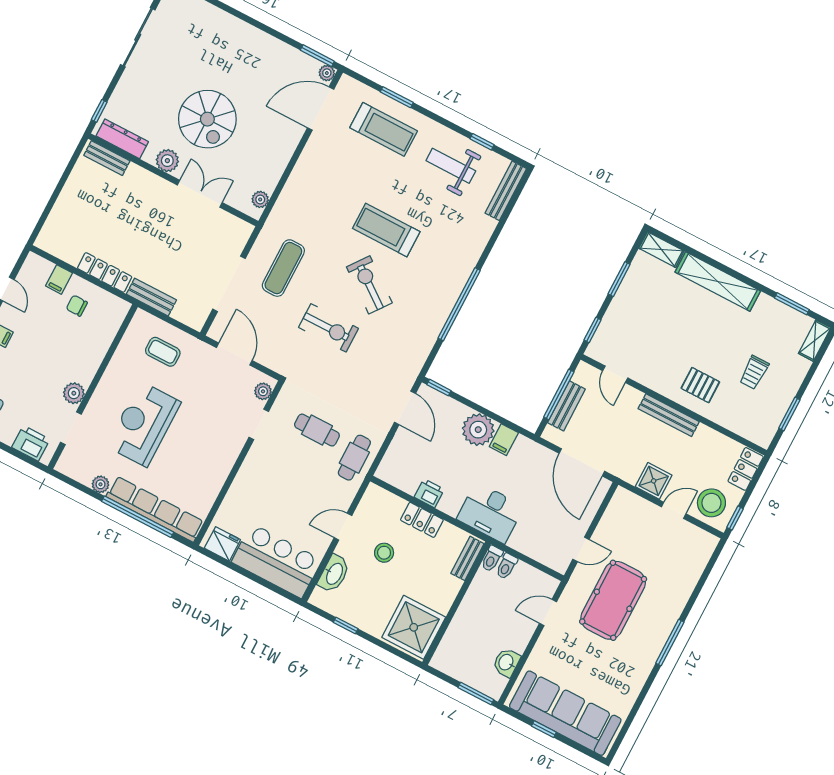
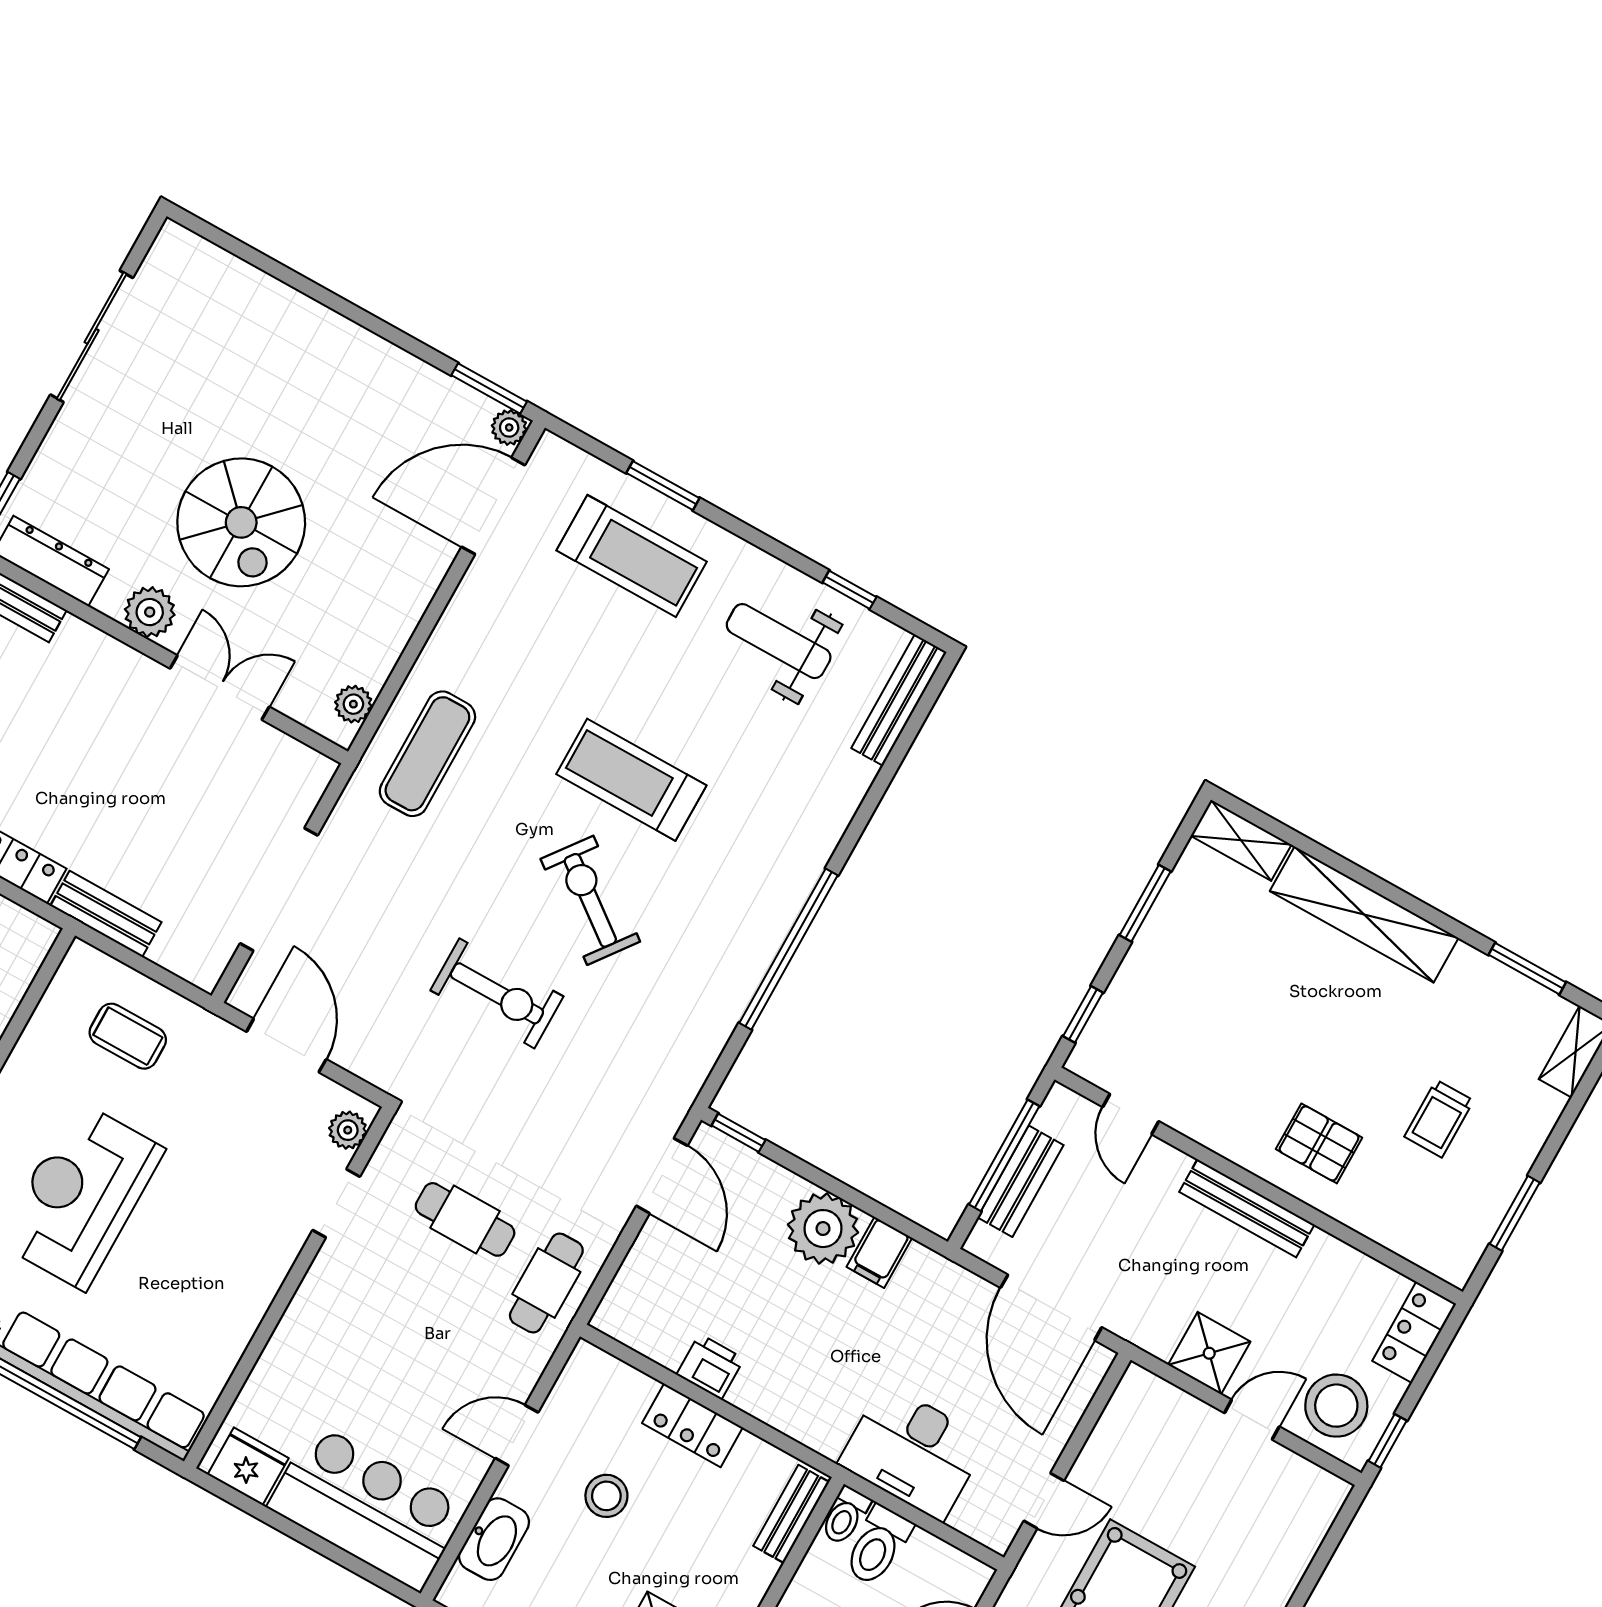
exercise mat: (283, 268) -> (427, 754), moved
desk: (490, 513) -> (913, 1452), moved
toilet: (507, 566) -> (878, 1546), width x1.37, depth x1.39

